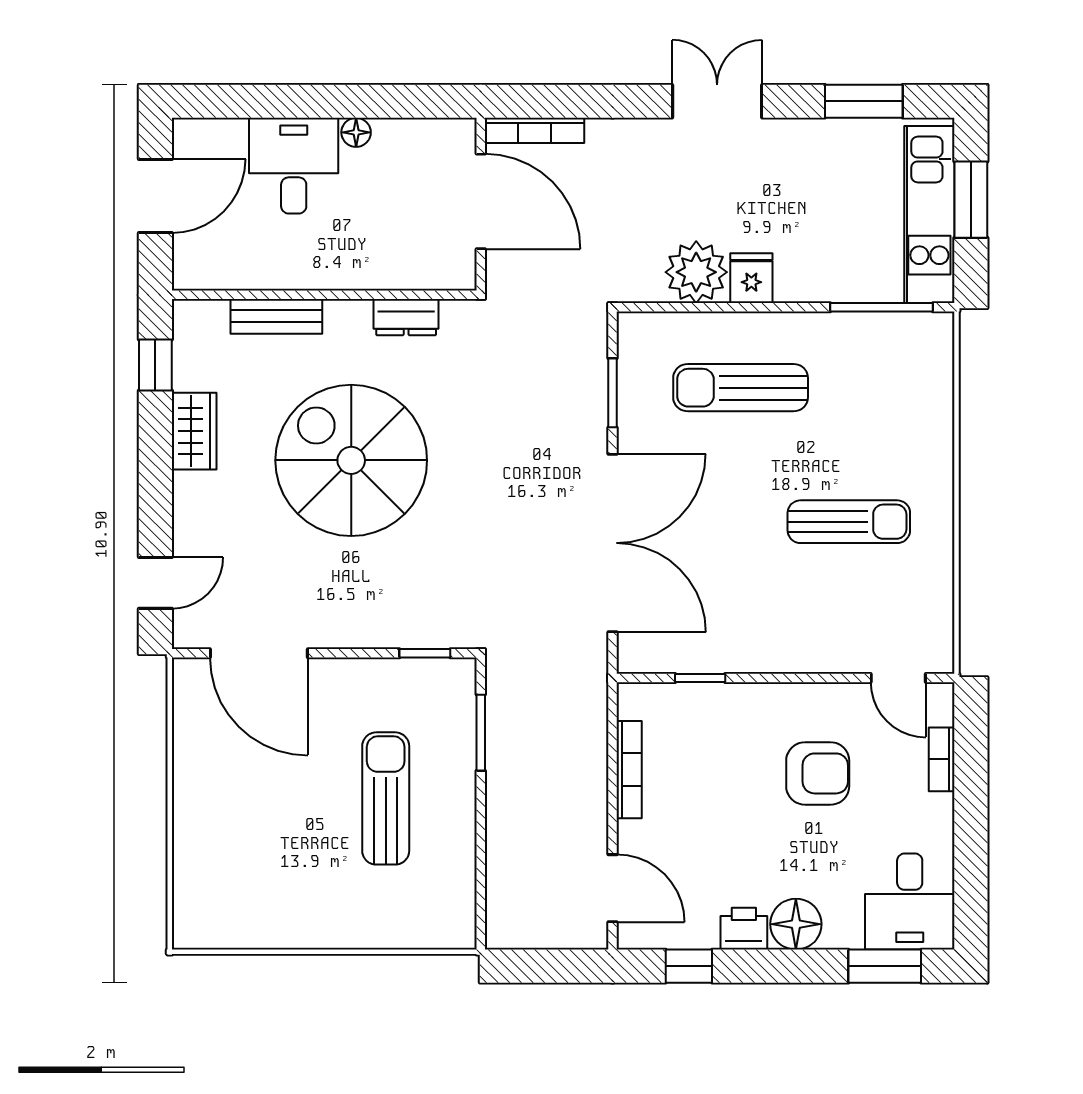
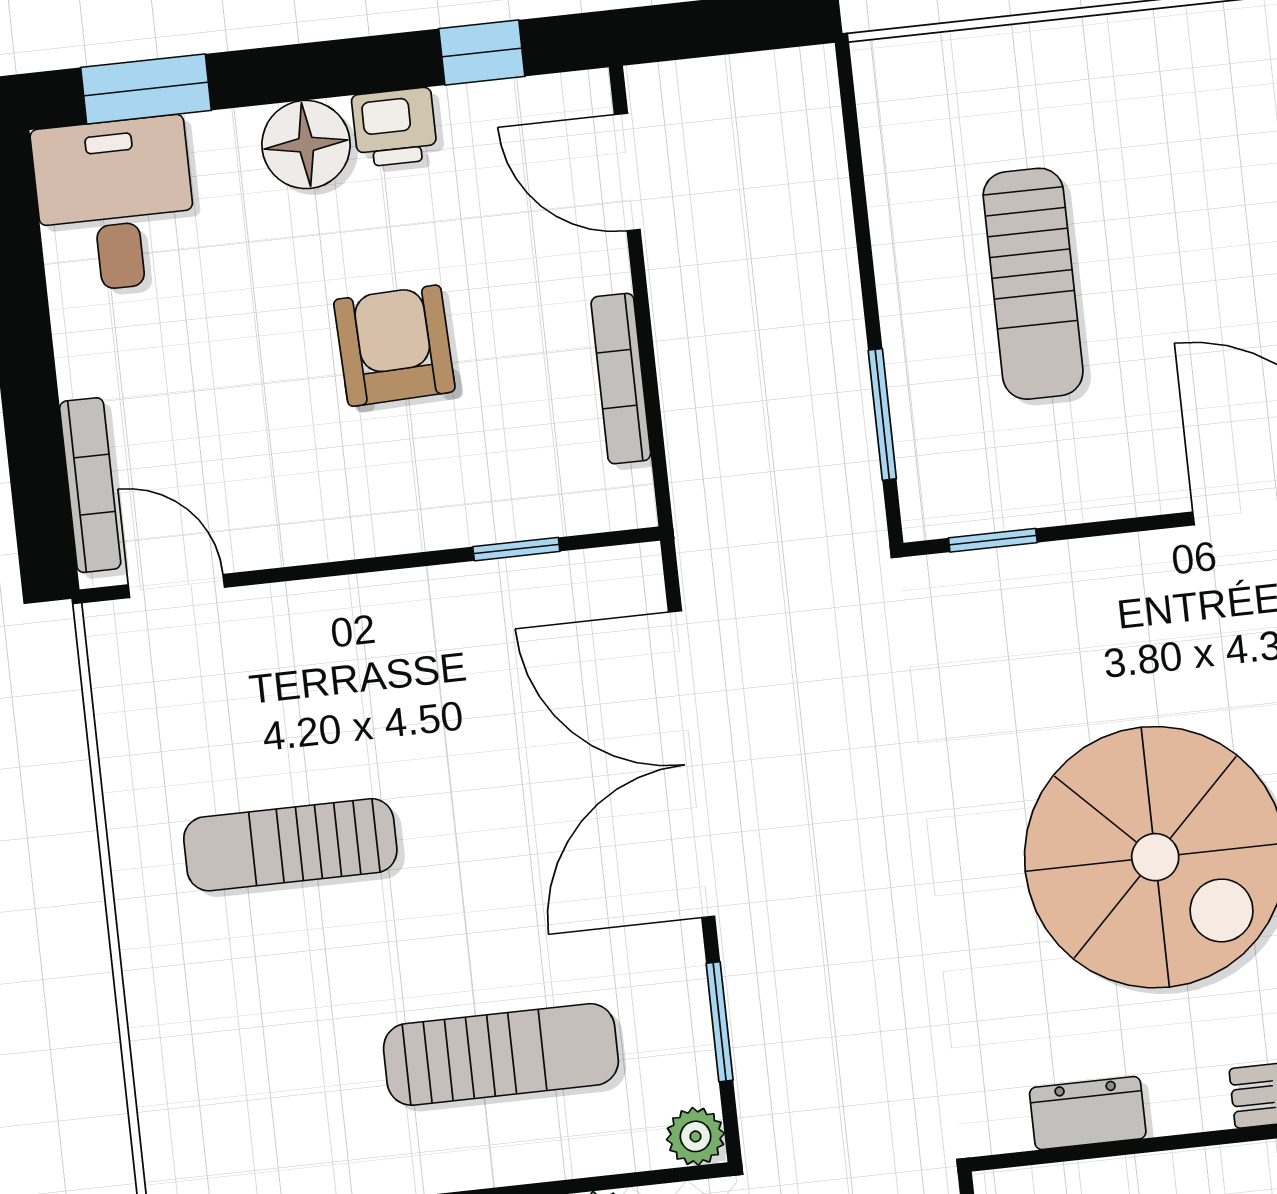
plant: (634, 328) -> (696, 1136), added
bookcase: (942, 759) -> (90, 485), width x1.56
armchair: (818, 773) -> (394, 346), moved, turned 88

